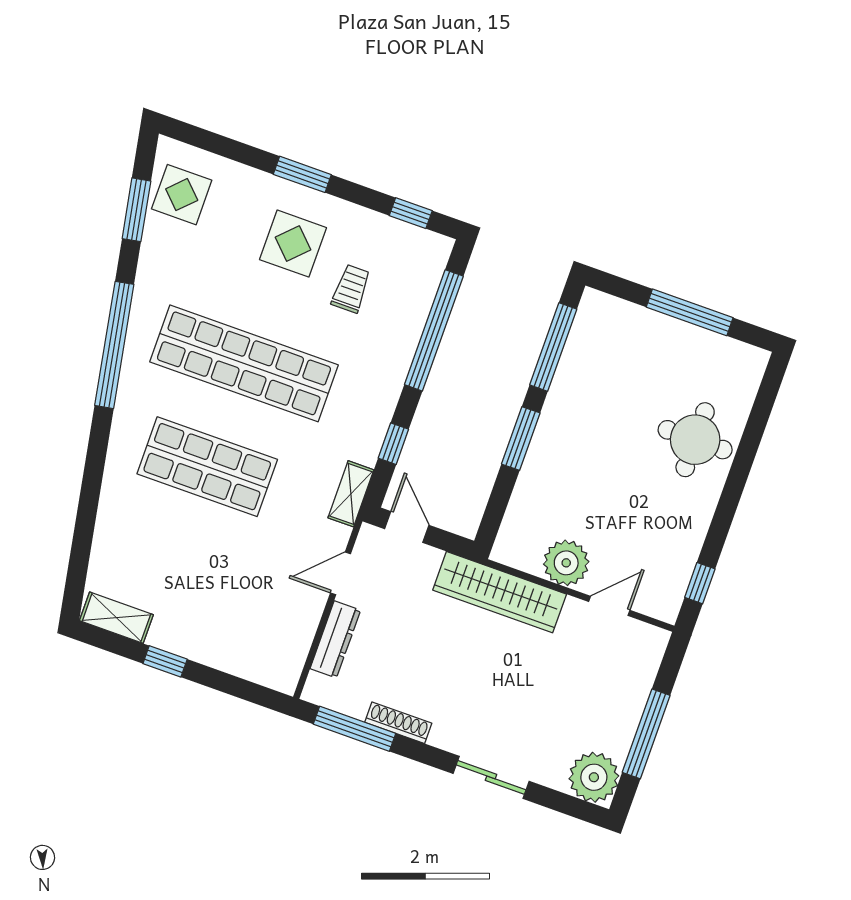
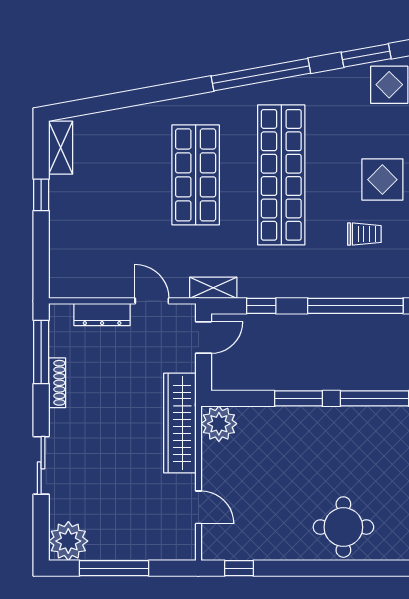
plant: (566, 563) -> (219, 424), moved

